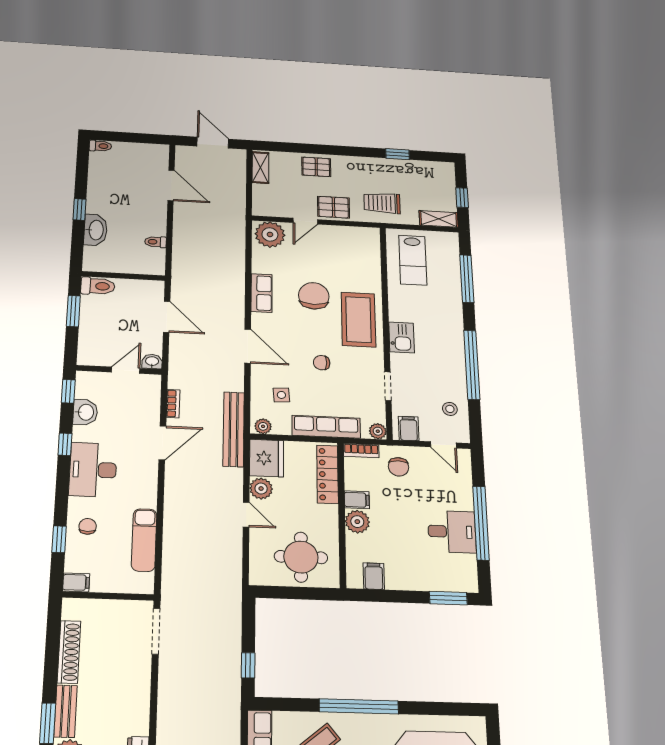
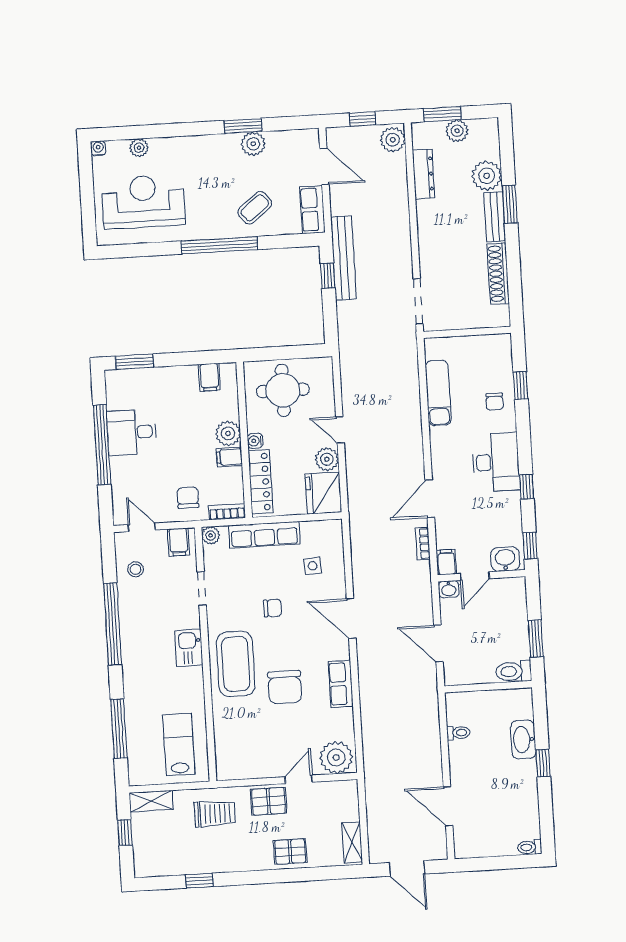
washbasin: (85, 412) -> (505, 559), moved, turned 90
plant: (263, 426) -> (329, 528), removed
bench: (234, 429) -> (343, 258), moved
water cooler: (331, 512) -> (255, 441), added
filing cabinet: (76, 582) -> (447, 562), moved, turned 90

